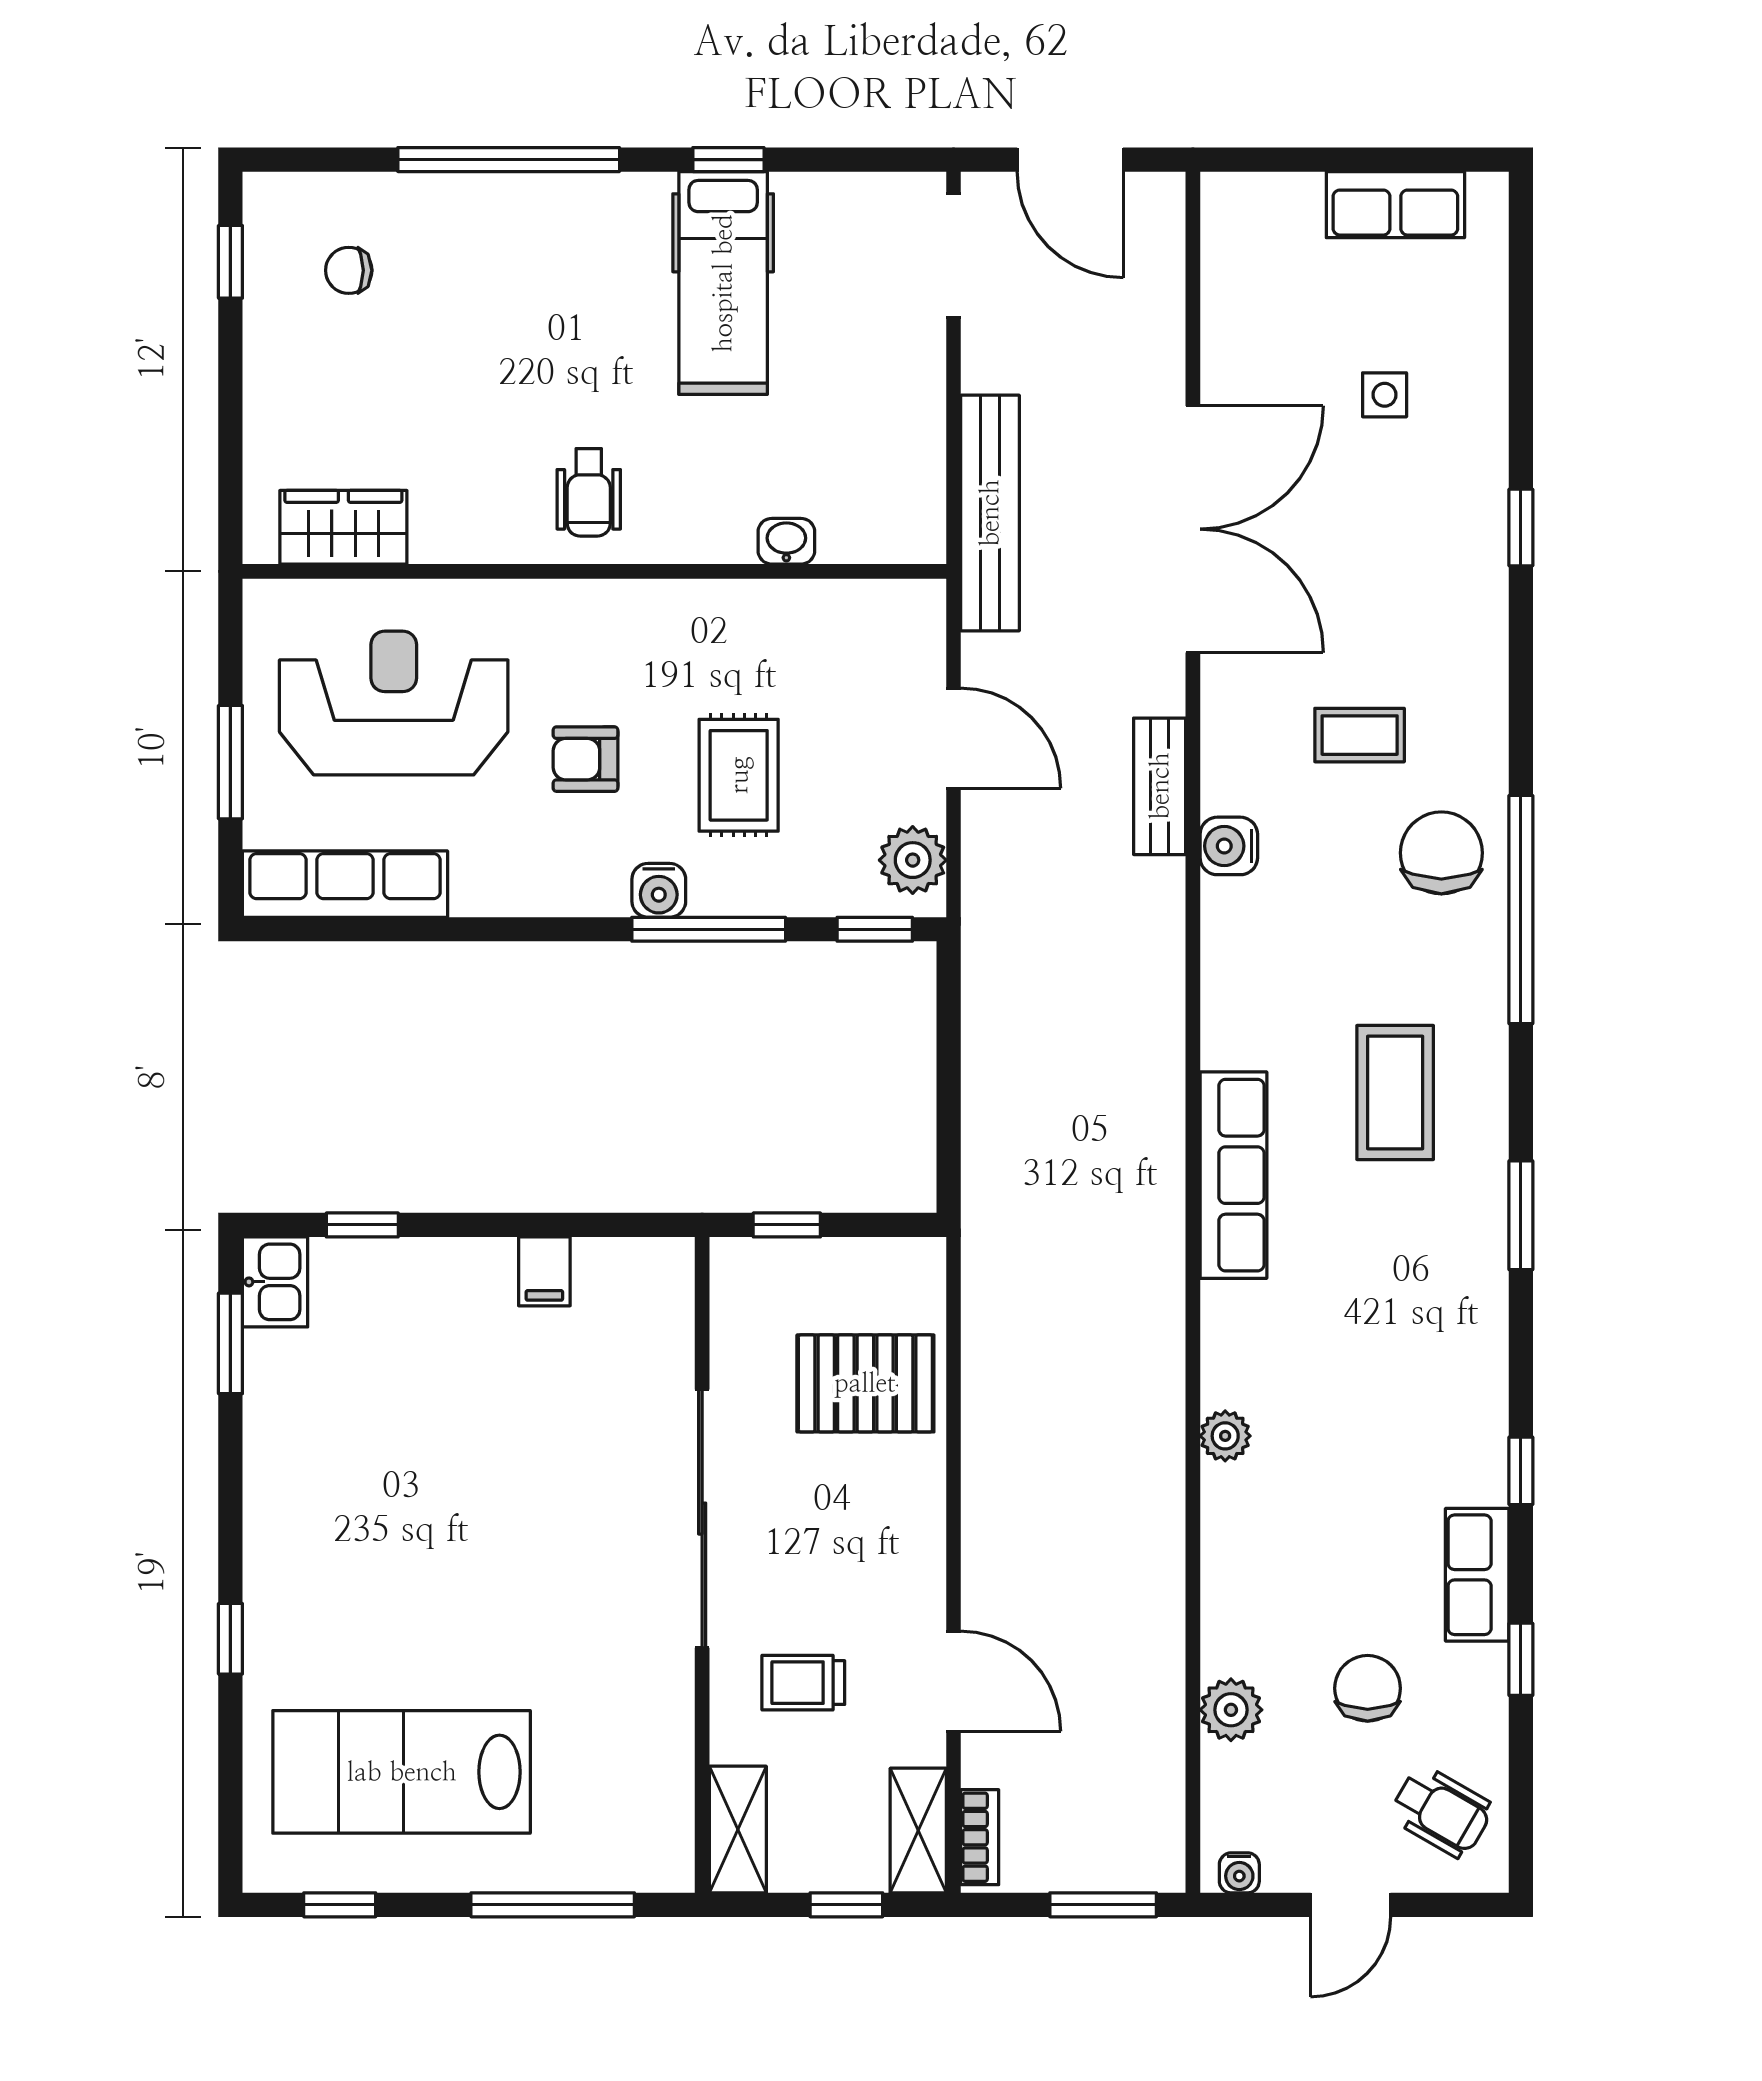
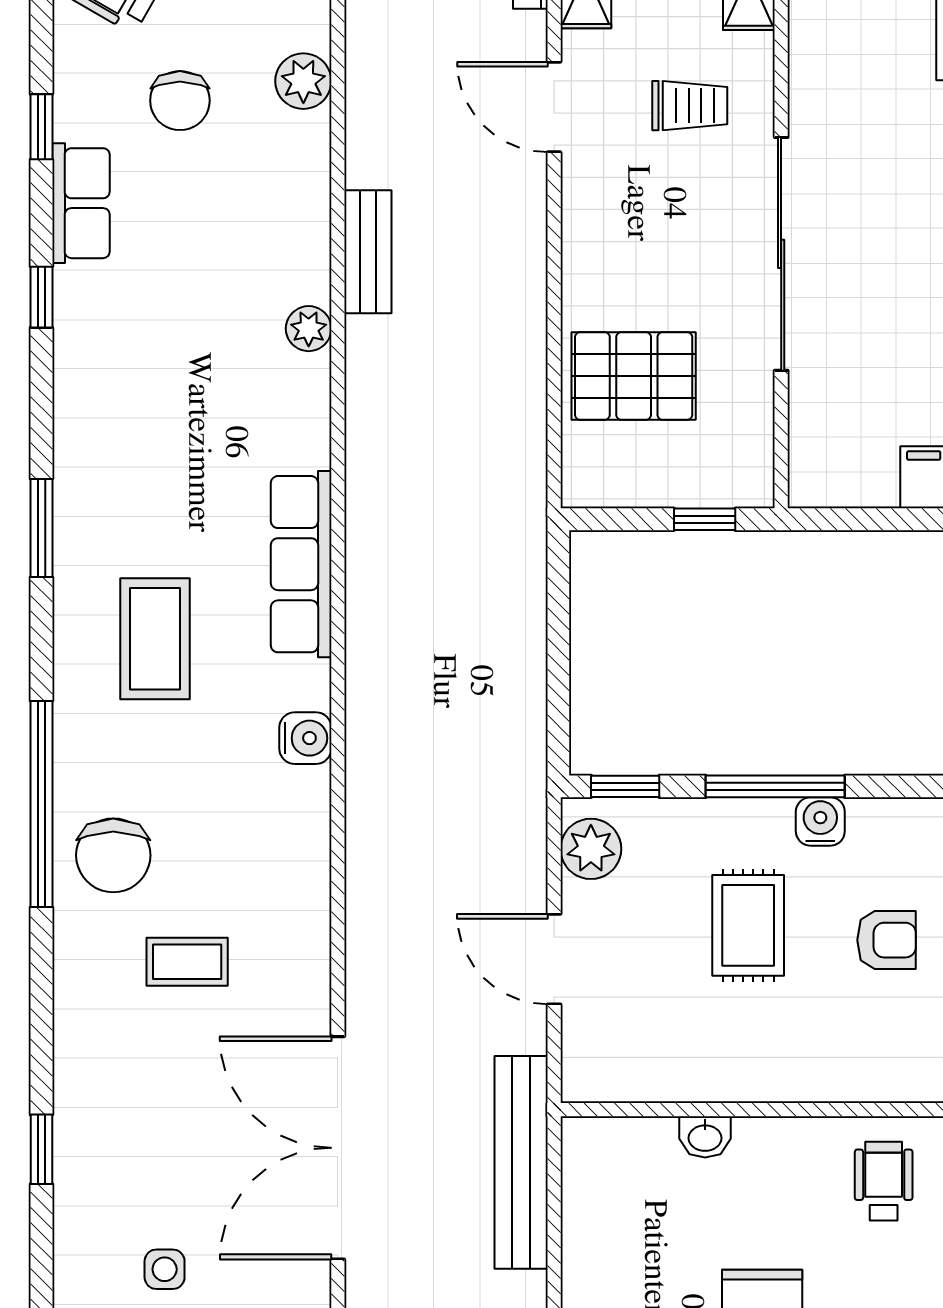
bench: (1160, 786) -> (368, 252), moved
water cooler: (1229, 846) -> (305, 738), moved

